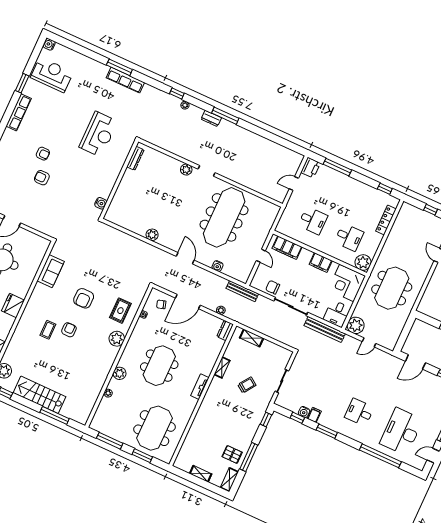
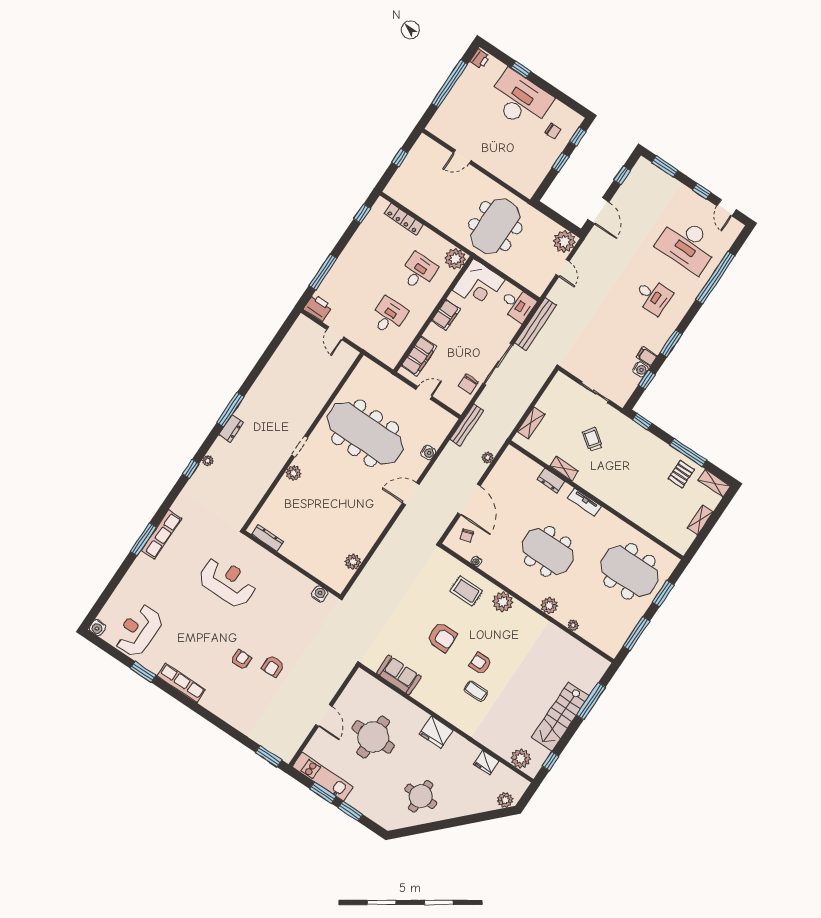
plant: (152, 235) -> (353, 562), moved
meeting table: (392, 288) -> (495, 226), turned 90
plant: (356, 325) -> (564, 241), moved
dresser: (225, 330) -> (551, 480), moved
desk: (359, 412) -> (653, 296), turned -90

